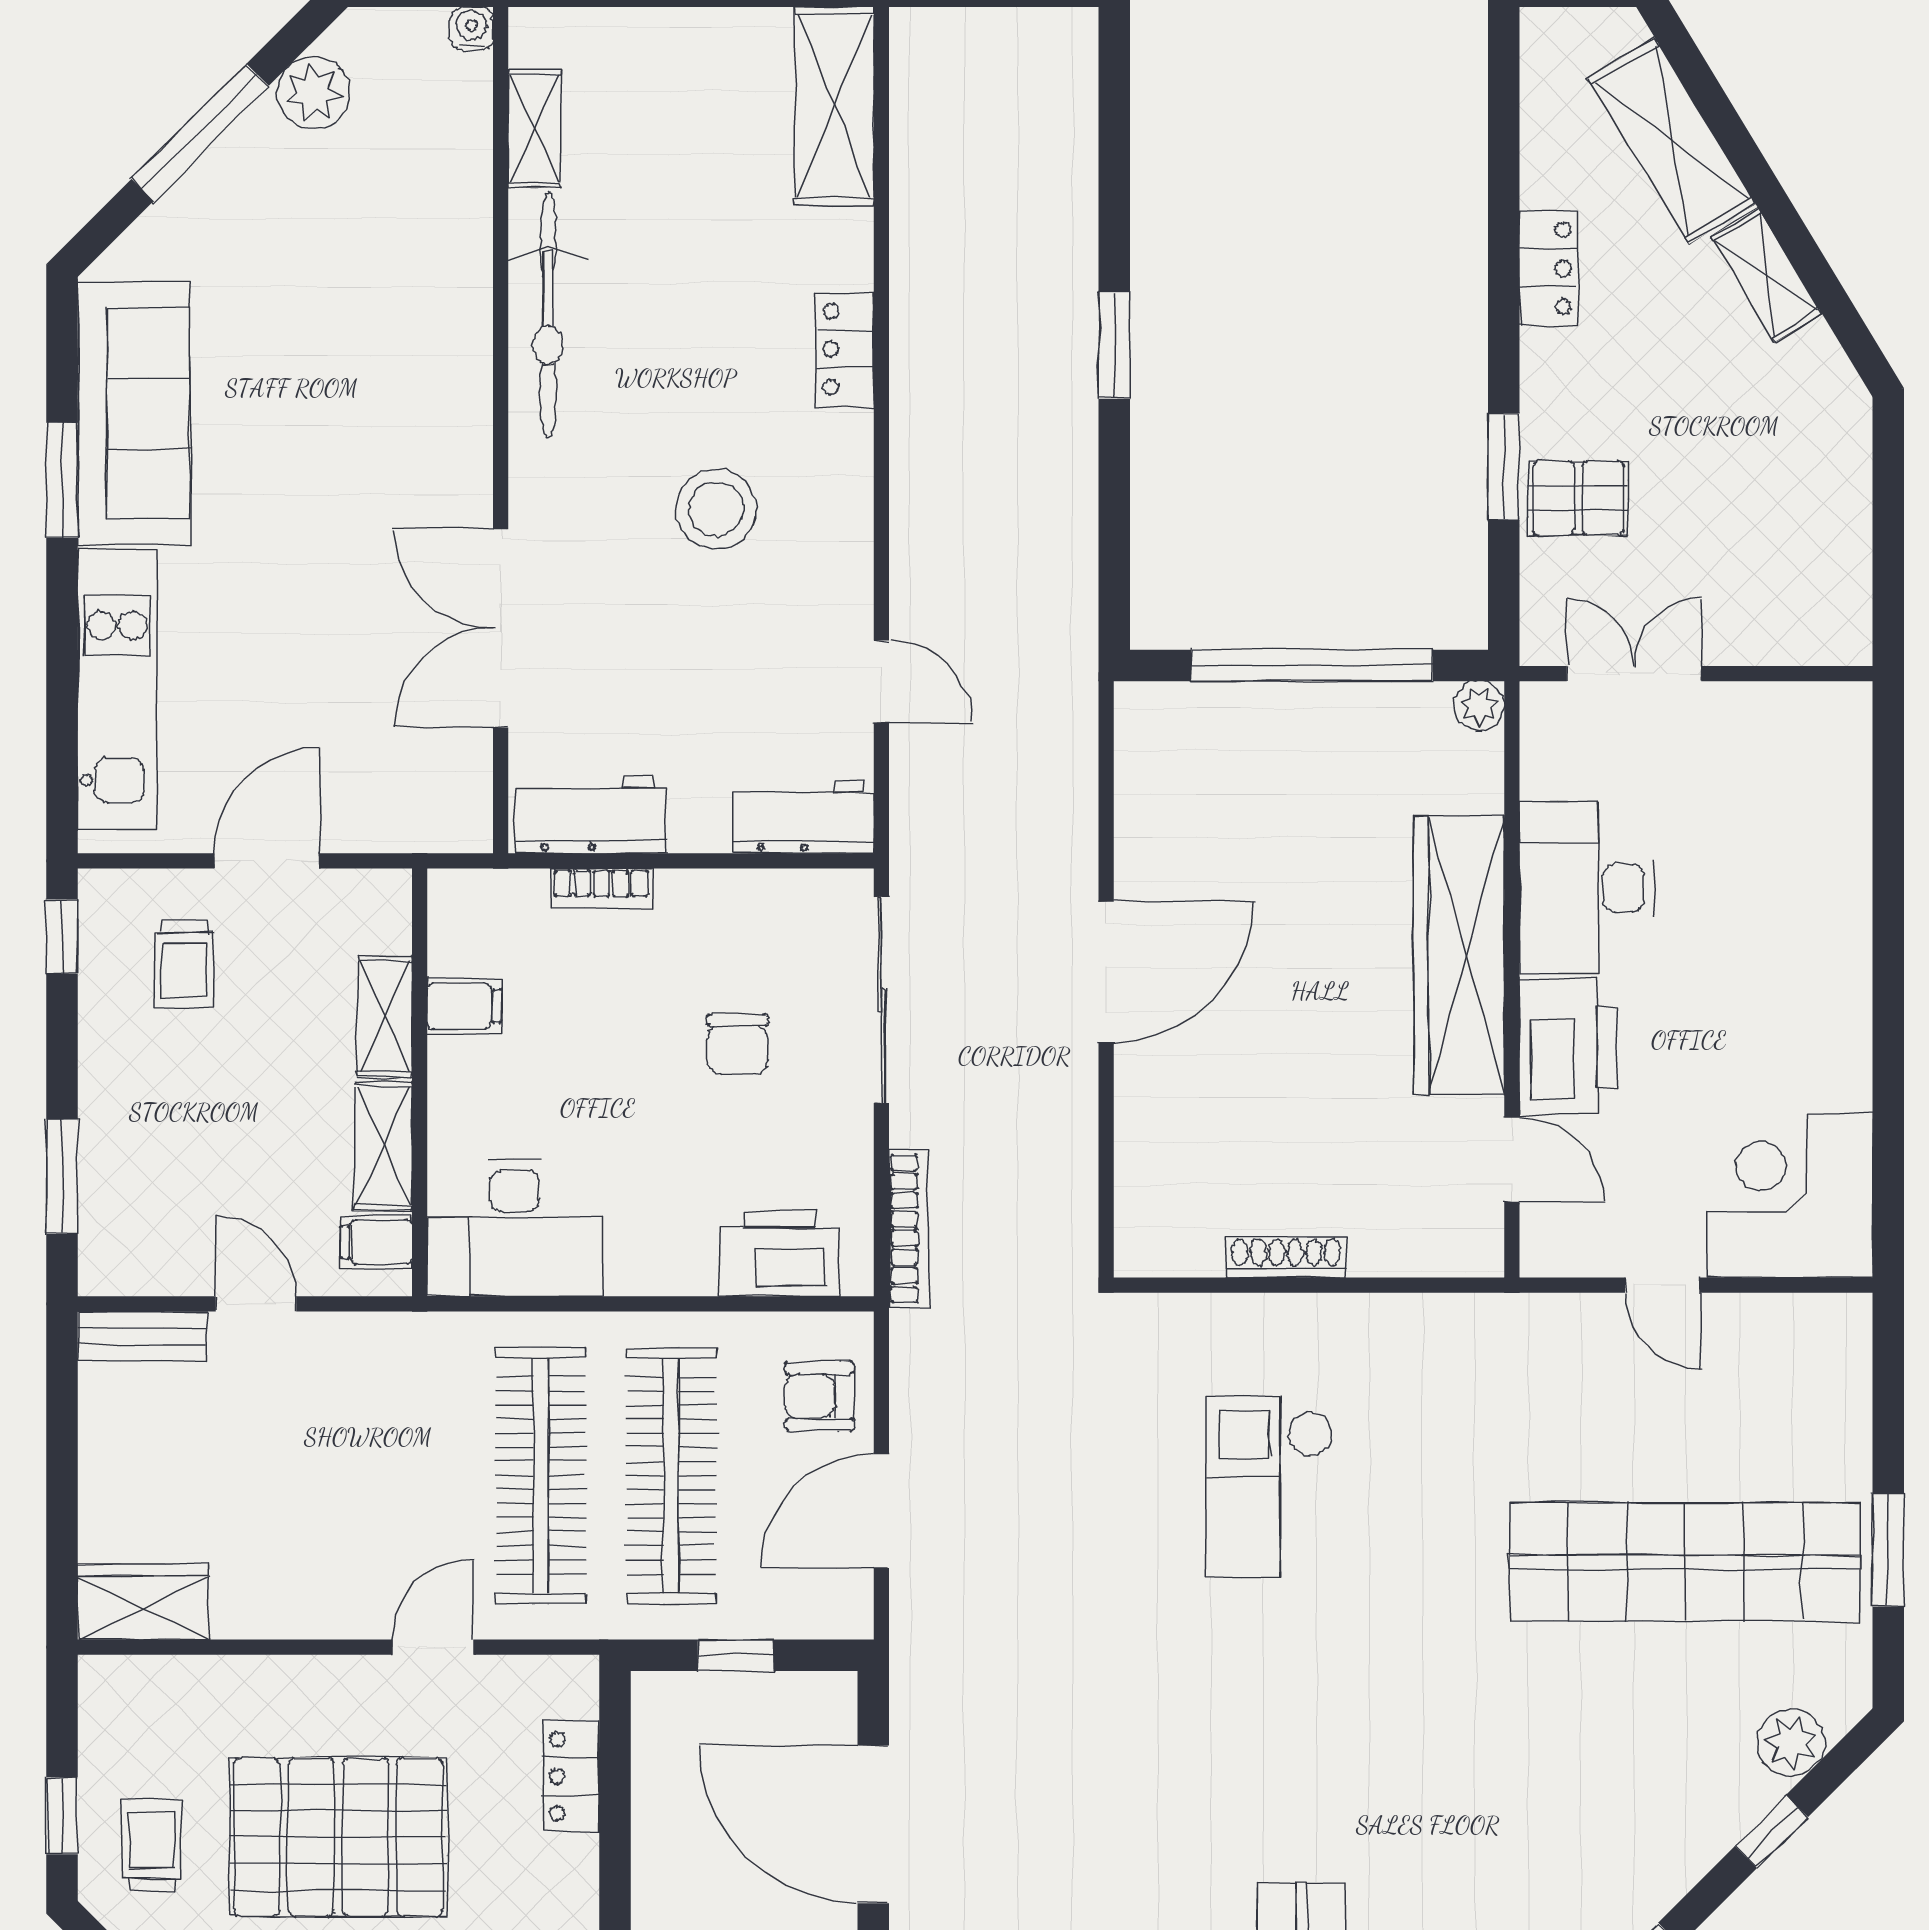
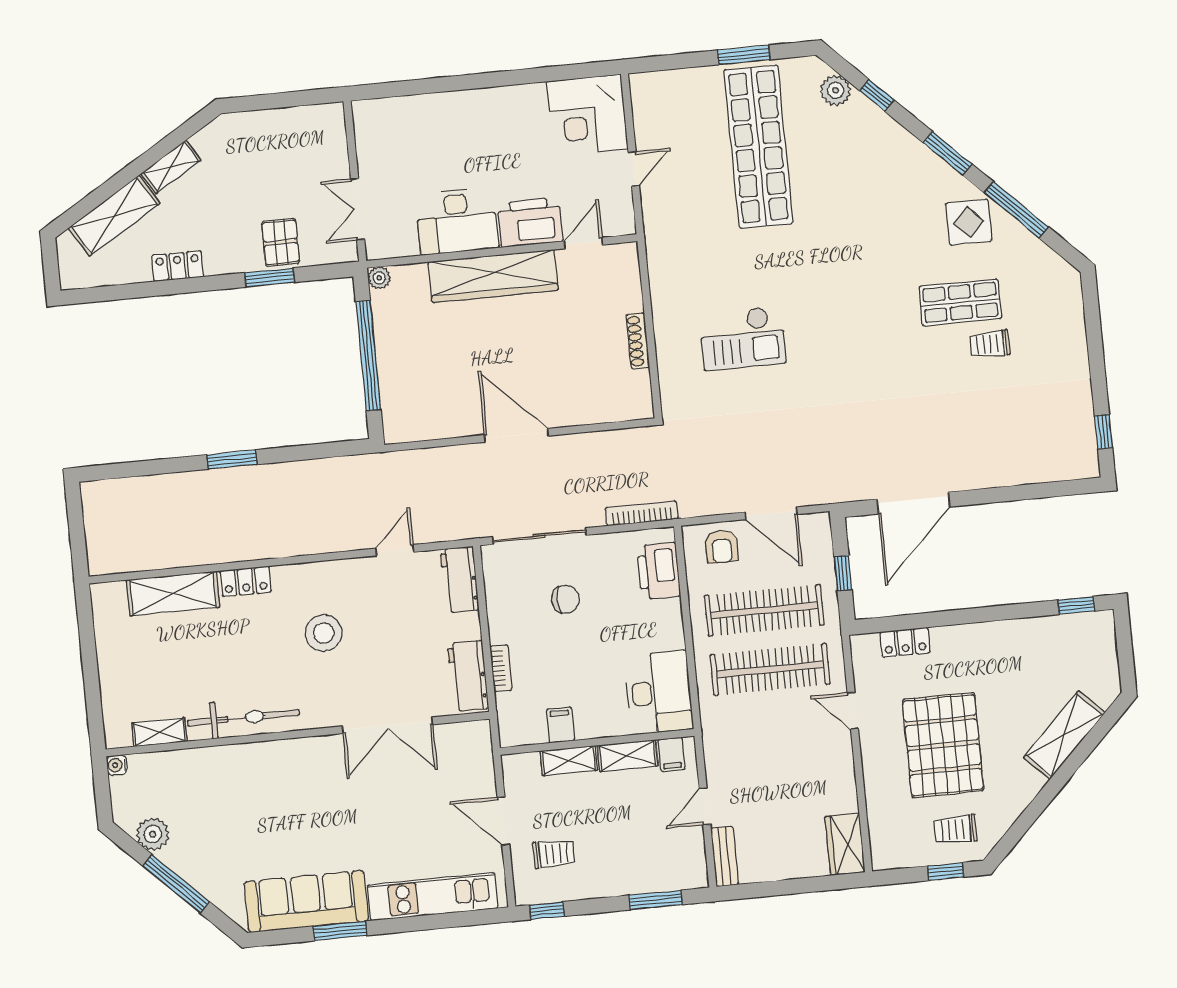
shelving: (834, 106) -> (173, 594), moved

